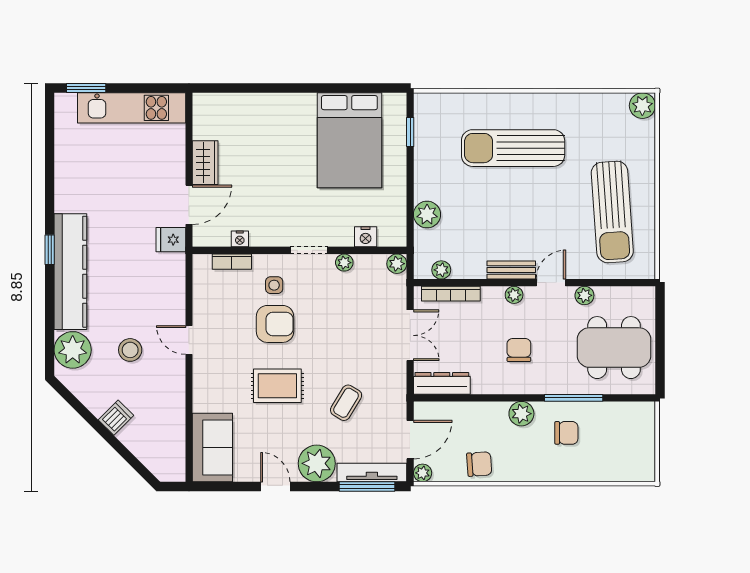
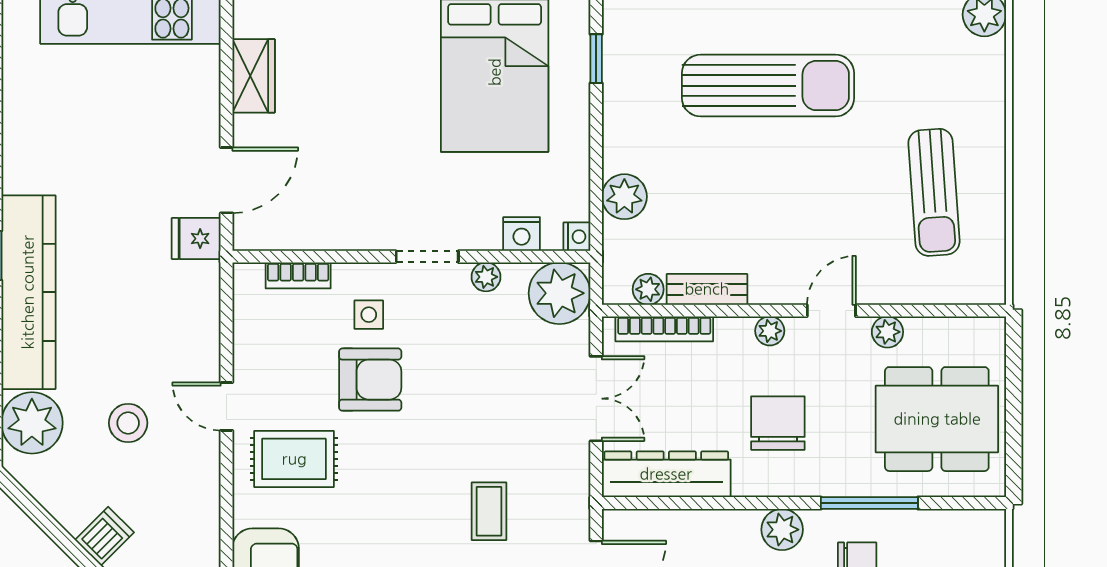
sun lounger: (513, 148) -> (768, 86), turned 180
wardrobe: (205, 163) -> (254, 76), moved
sun lounger: (612, 212) -> (934, 192), width x0.73, depth x0.75
nightstand: (240, 239) -> (577, 237), moved, turned -90
plant: (397, 264) -> (559, 293), width x1.87, depth x1.87
bench: (511, 270) -> (707, 289), moved
chair: (519, 350) -> (778, 423), width x1.37, depth x1.37
dresser: (442, 383) -> (666, 474), width x1.37, depth x1.24
rug: (277, 386) -> (294, 459), moved
coffee table: (346, 403) -> (489, 511), turned -31

